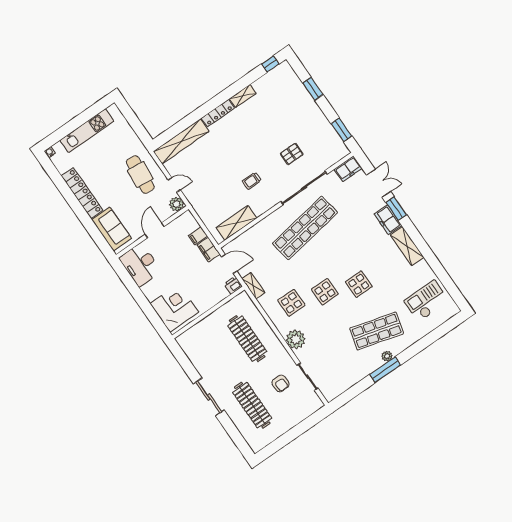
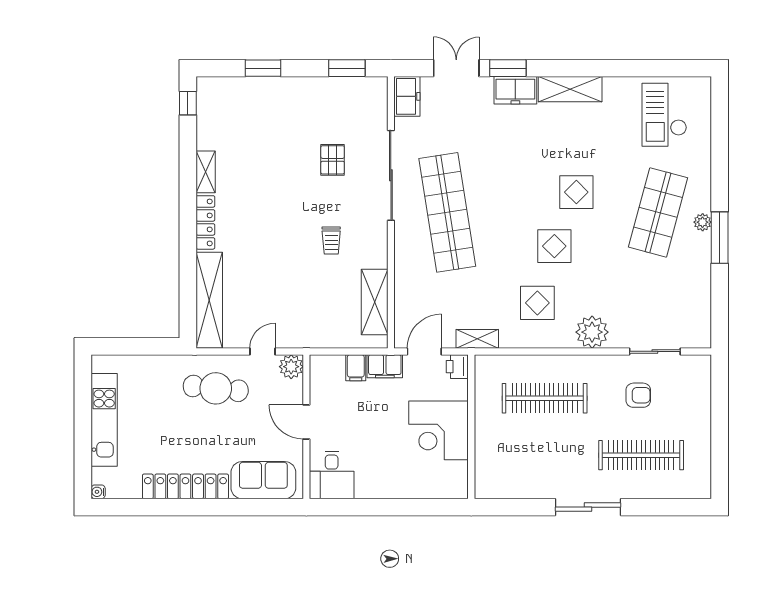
desk: (140, 265) -> (332, 475), width x0.73
corner desk: (174, 308) -> (439, 430), moved, turned -90

